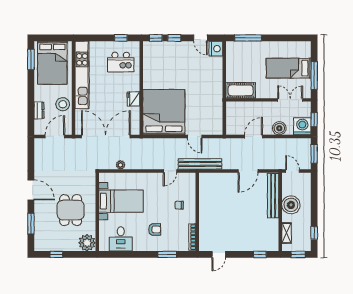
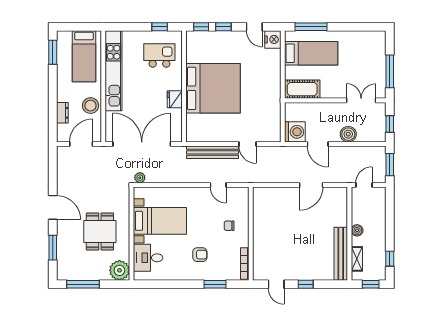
kitchen island: (121, 62) -> (159, 55), turned 180
bed: (52, 63) -> (84, 56), width x0.67
bed: (289, 68) -> (311, 53), moved, turned 180
bed: (164, 112) -> (213, 88), moved, turned 90
washing machine: (302, 126) -> (295, 132), moved, turned 90
door: (254, 136) -> (318, 144), swing flipped
bench: (200, 164) -> (213, 152), moved
plant: (120, 165) -> (140, 178), moved
door: (170, 171) -> (218, 185), hinge flipped
door: (293, 171) -> (364, 185), hinge flipped
bench: (273, 196) -> (341, 254), moved
boiler: (291, 205) -> (357, 230), width x0.54, depth x0.54
desk: (121, 239) -> (148, 258), moved, turned 90
window: (56, 254) -> (83, 284), width x2.17
door: (219, 254) -> (276, 284), hinge flipped
window: (260, 254) -> (306, 284), moved

